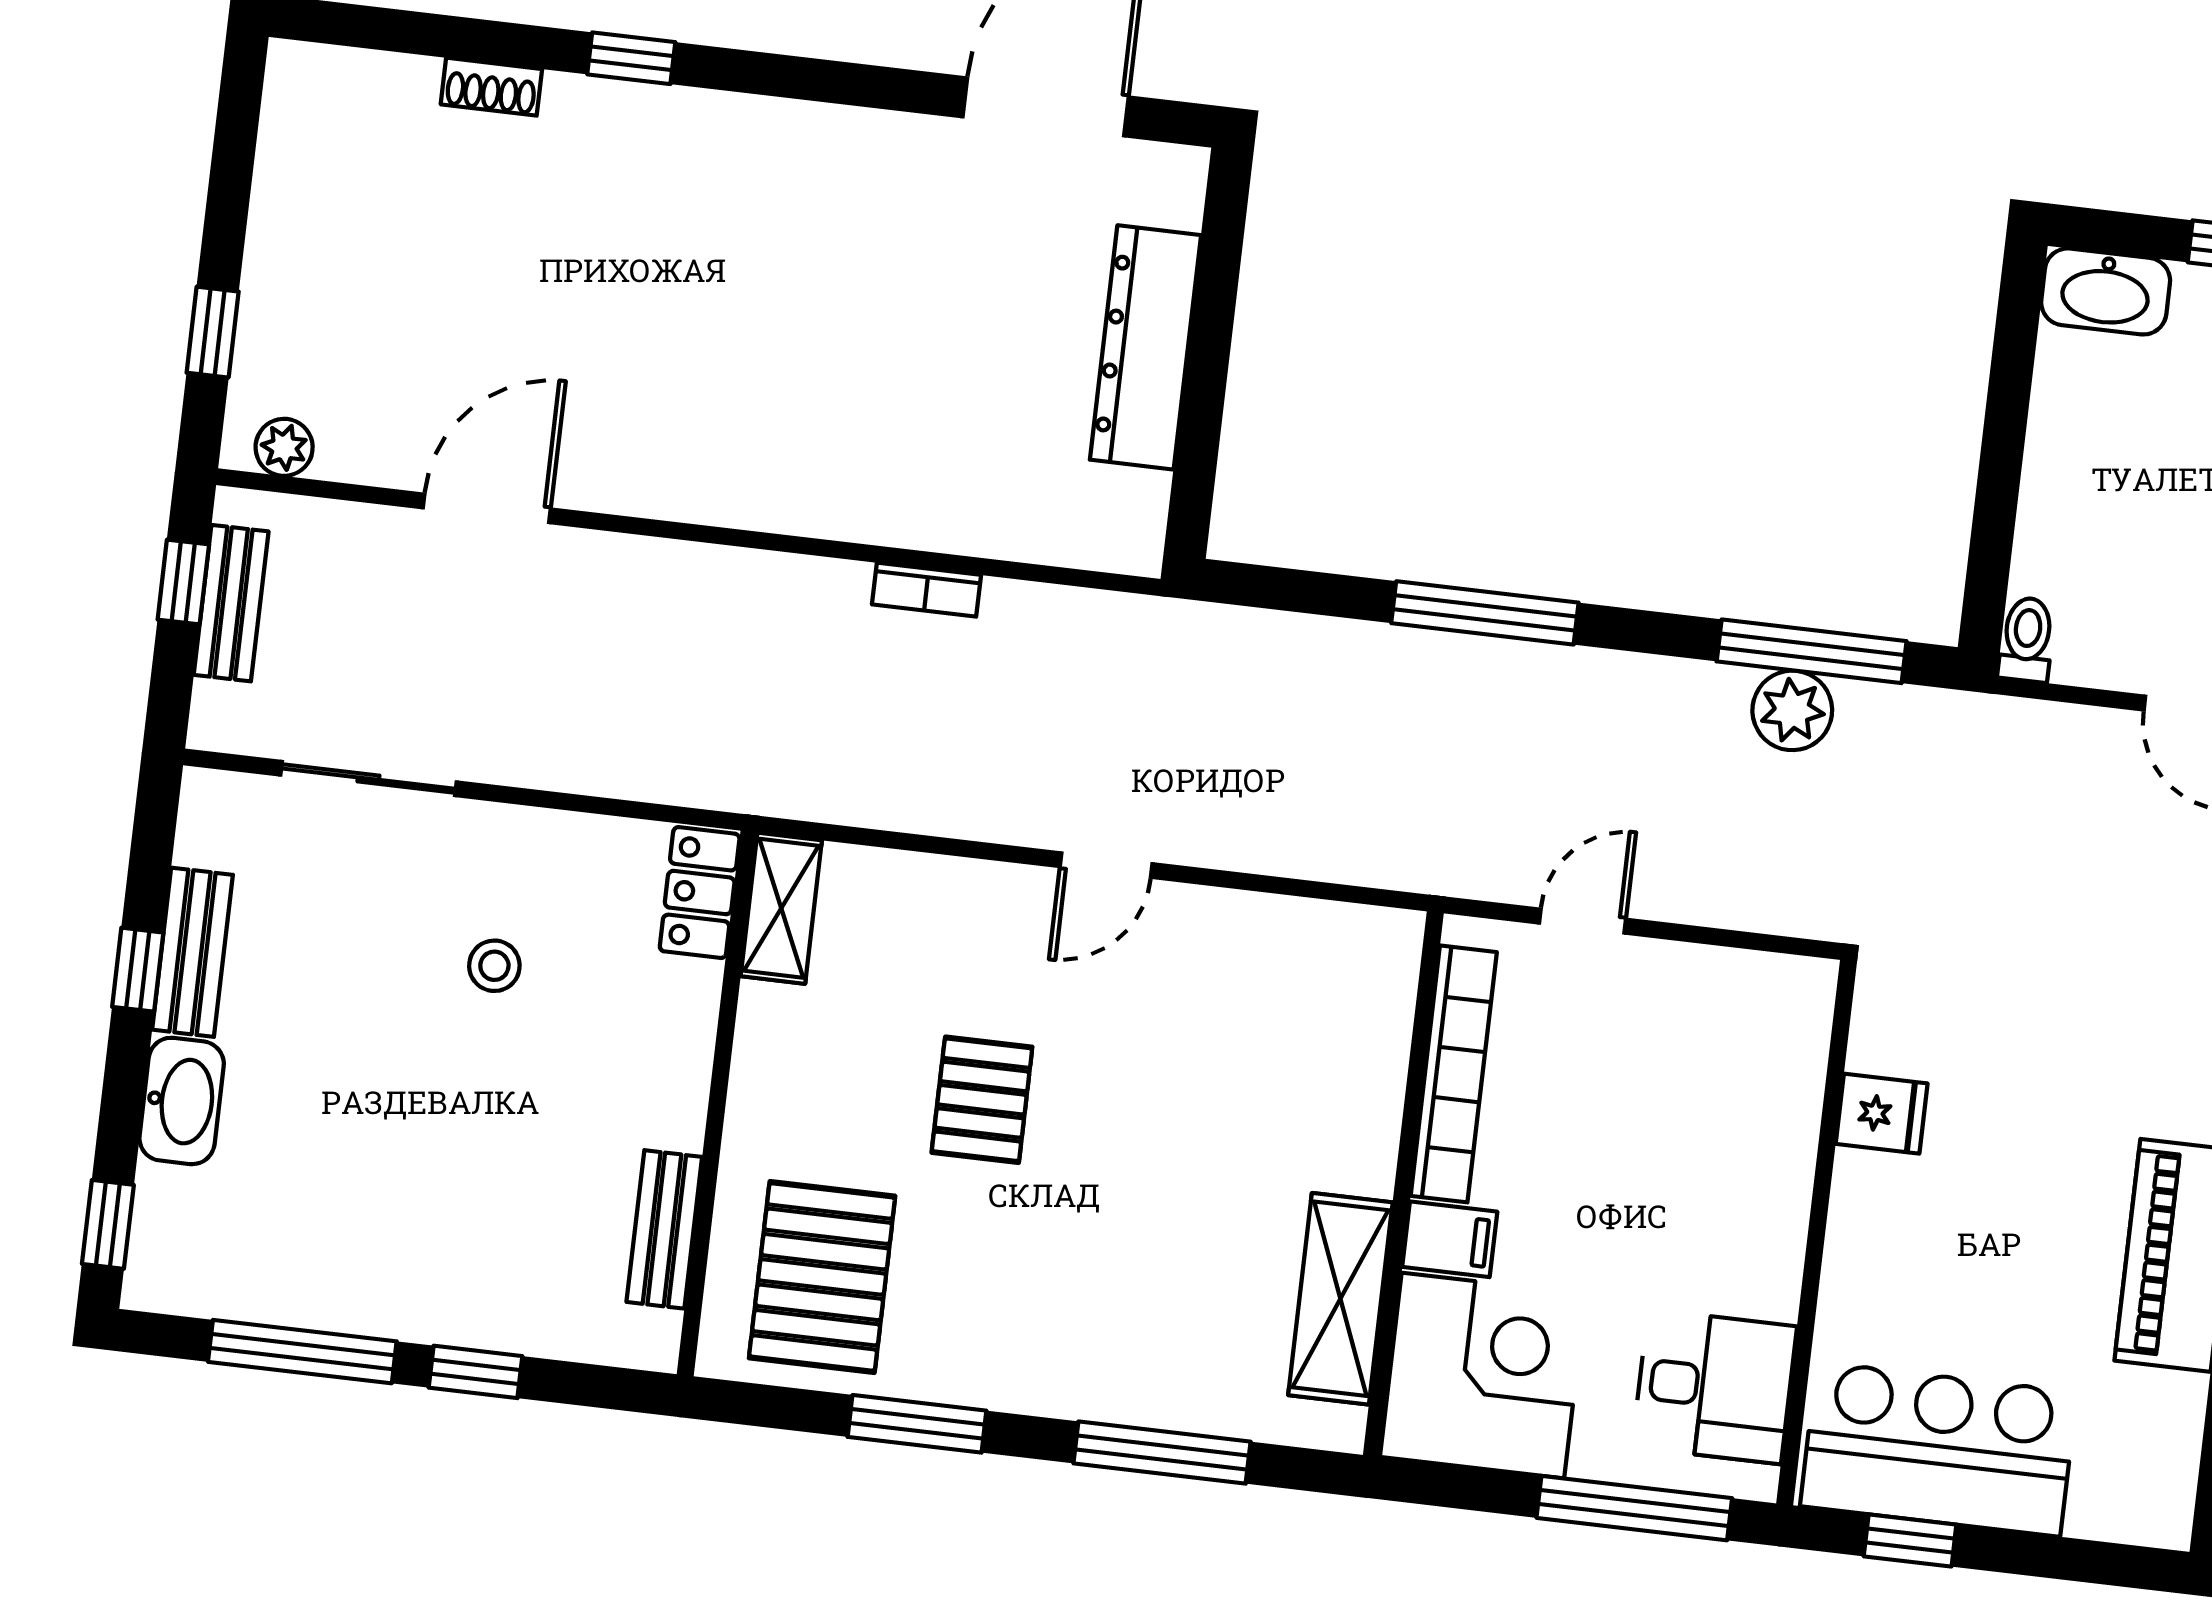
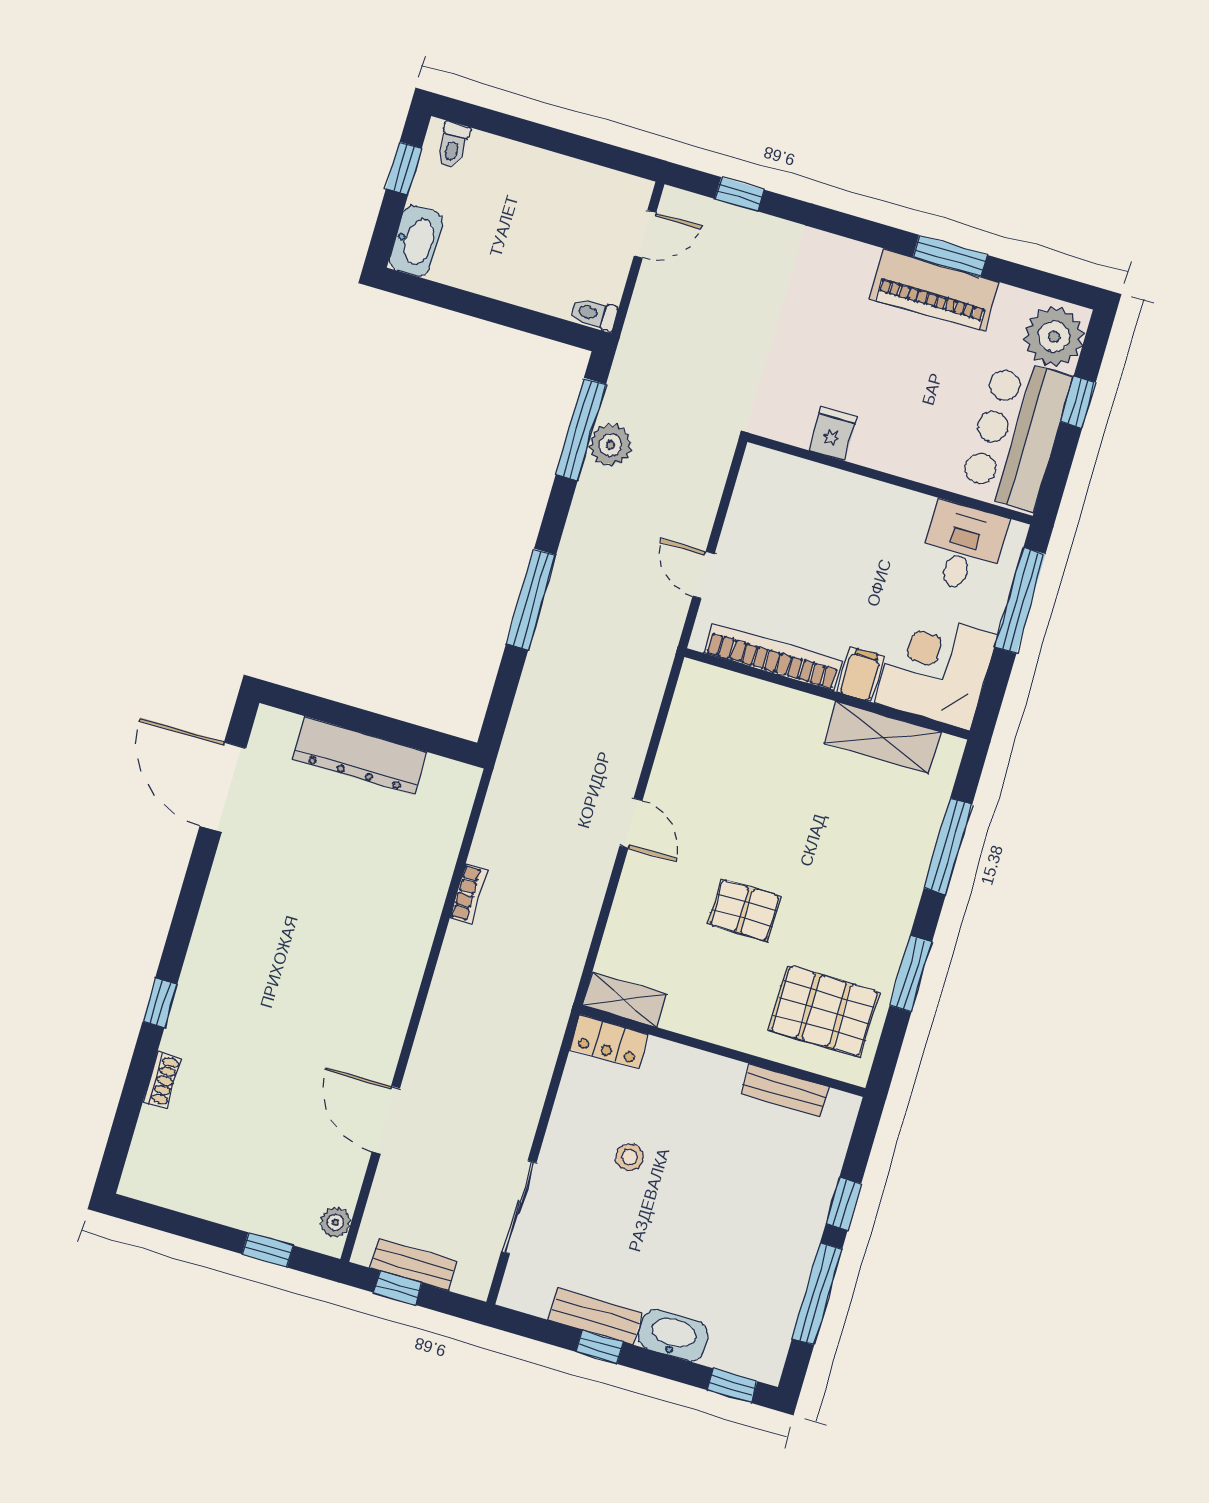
plant: (2128, 1489) -> (1054, 337), added
window: (1910, 1540) -> (1078, 402), moved

